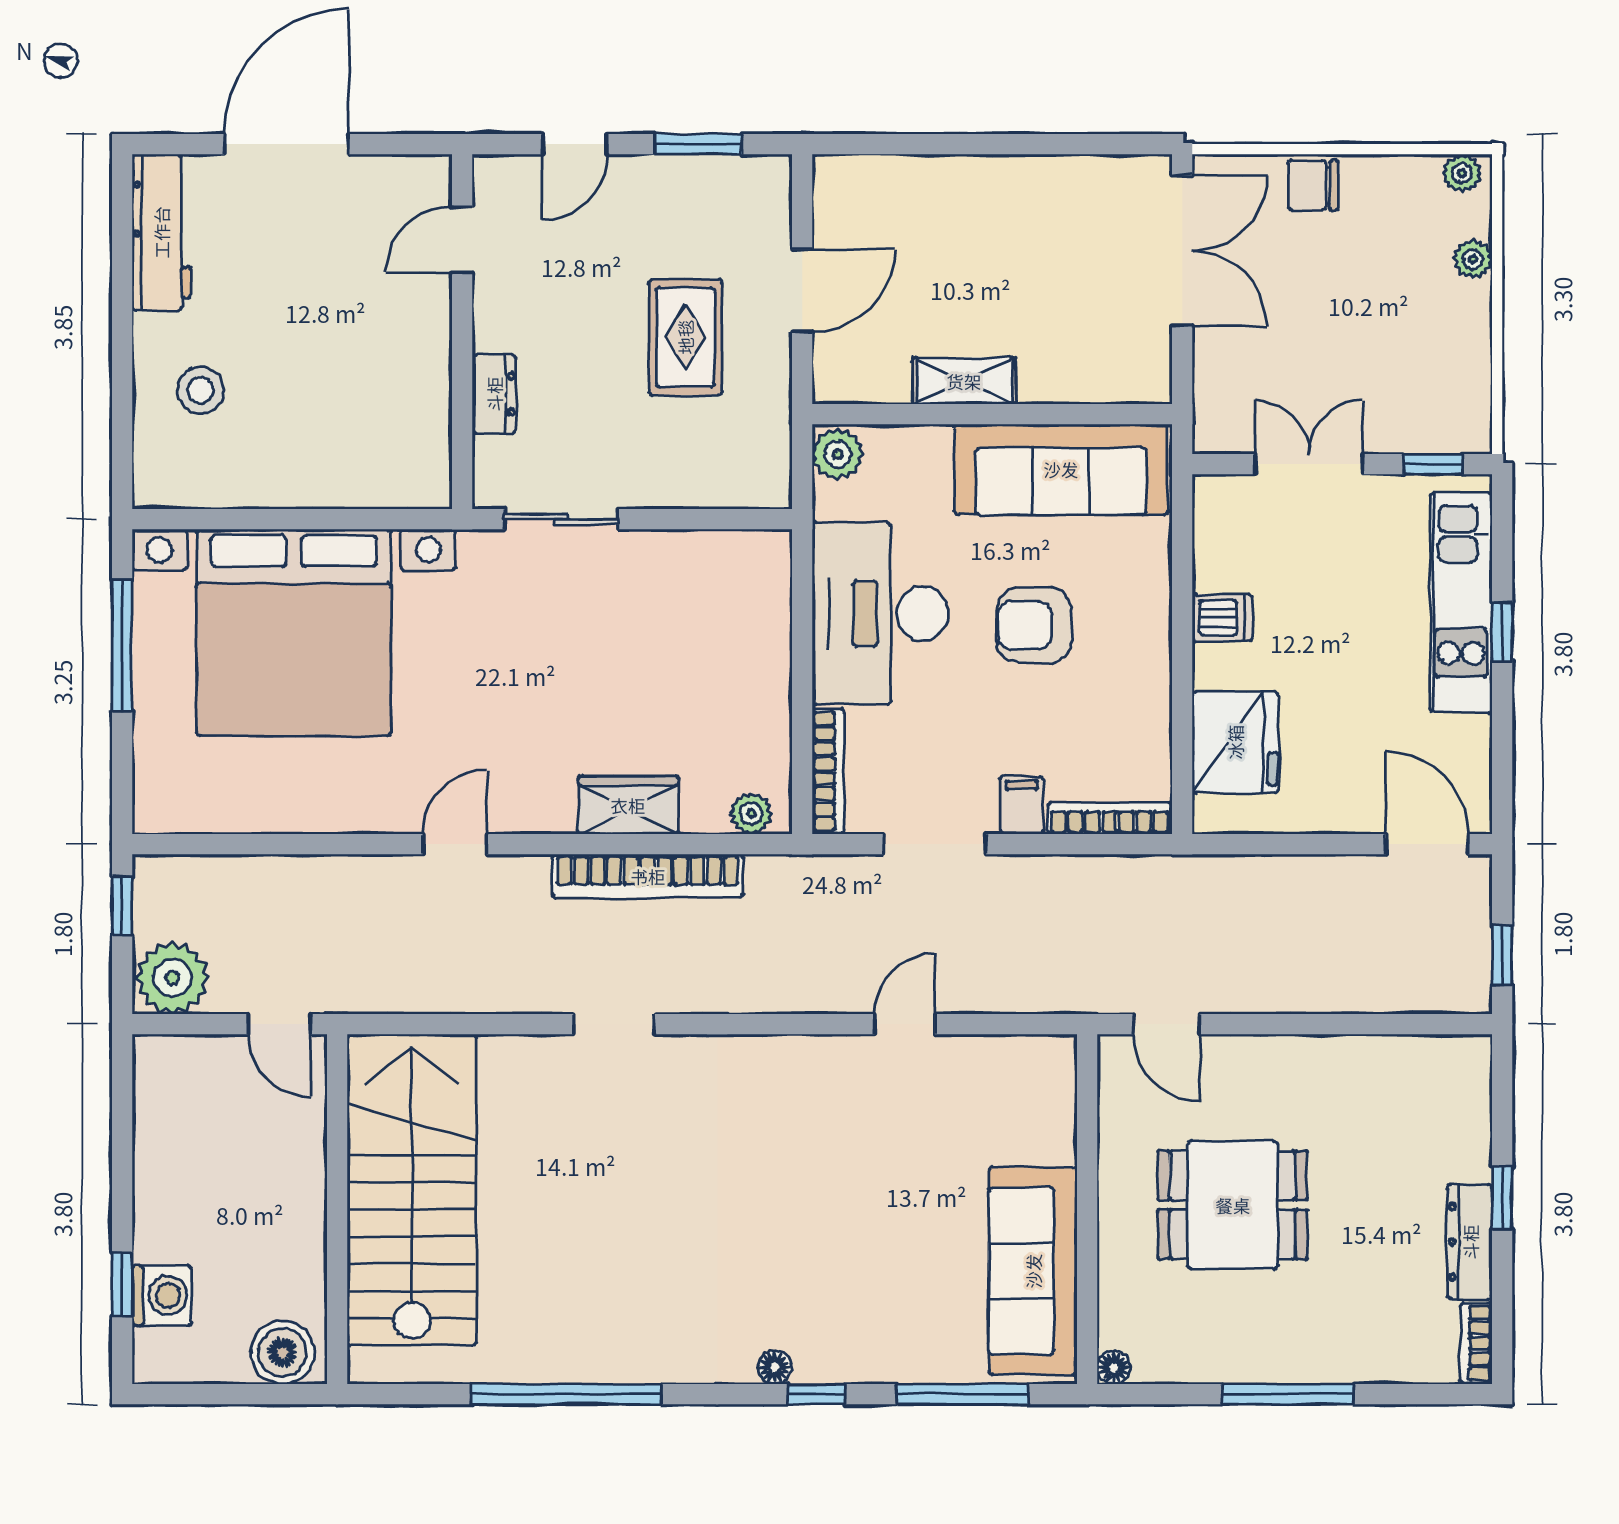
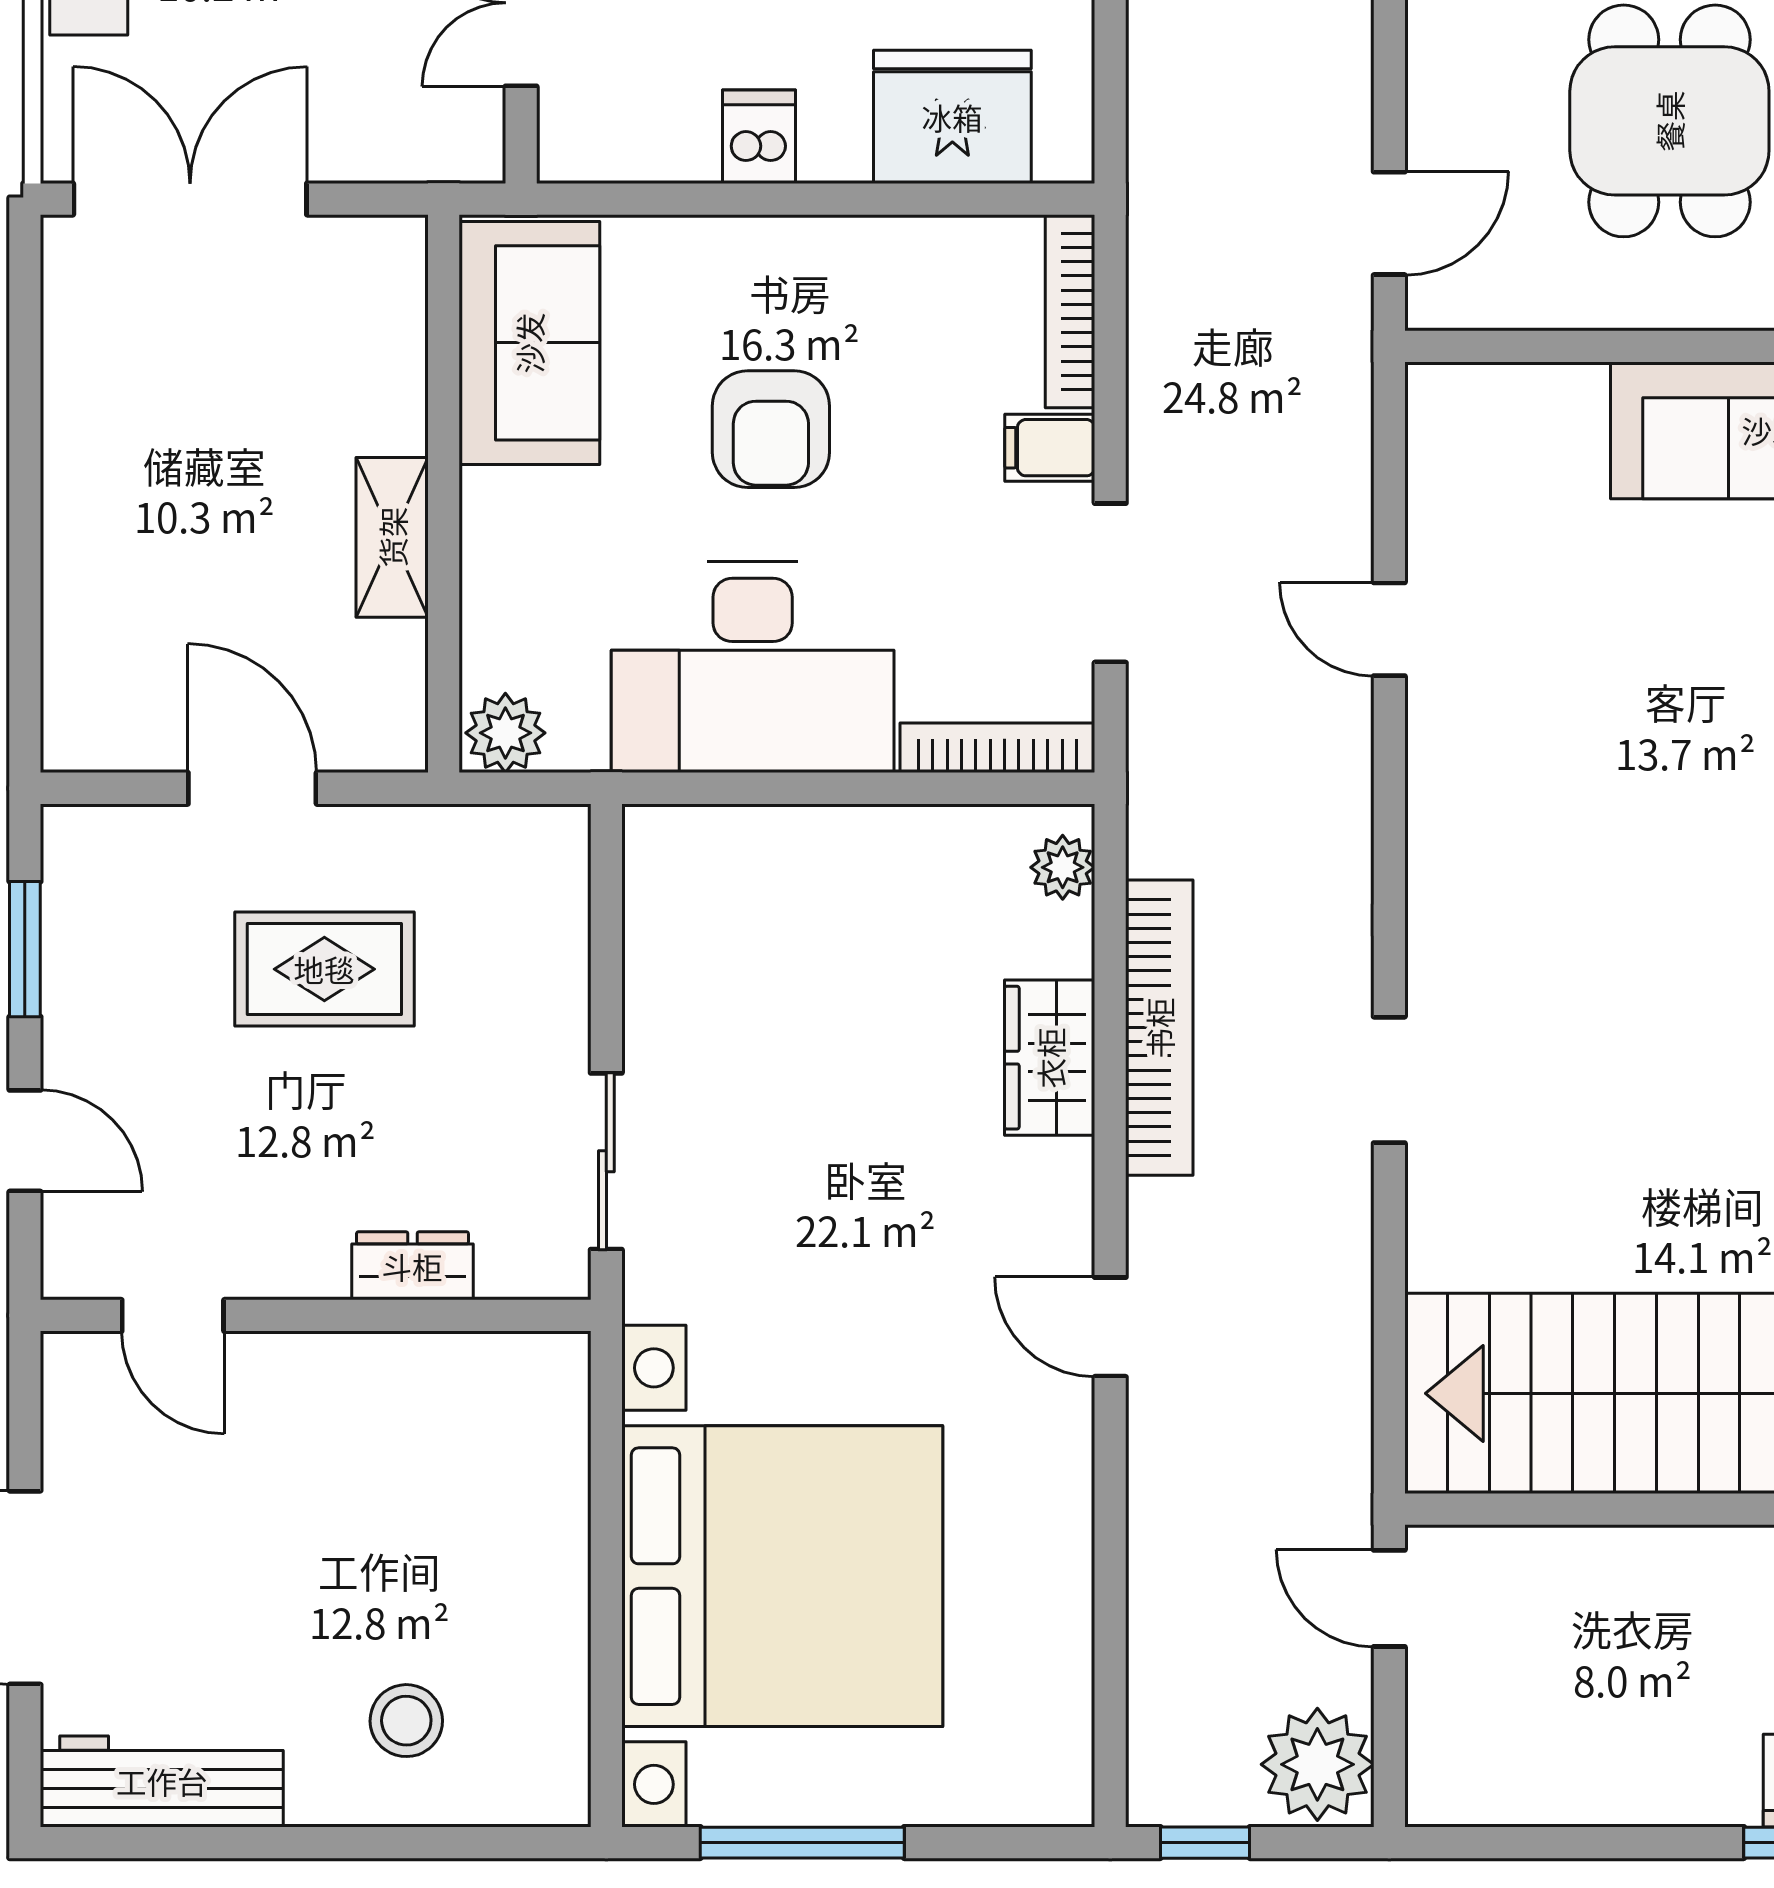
sofa: (1061, 469) -> (529, 343), width x0.73
door: (280, 1024) -> (1389, 1598), swing flipped

